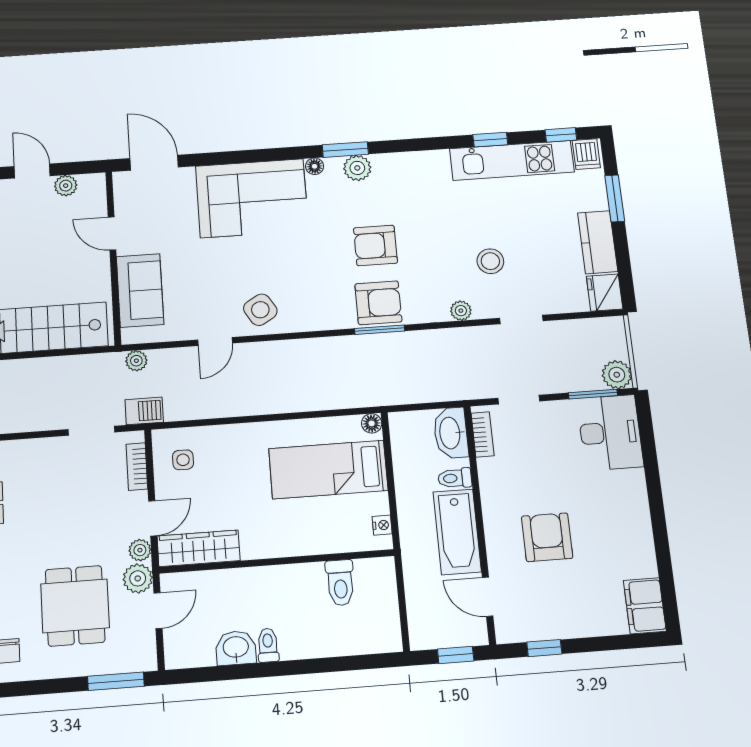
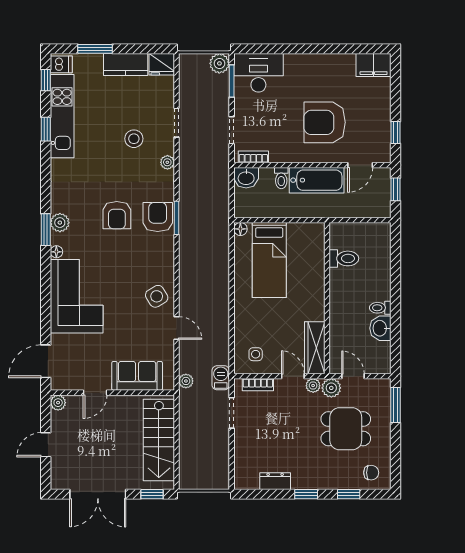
plant: (66, 186) -> (58, 403), moved
washbasin: (451, 433) -> (246, 178), width x0.72
nightstand: (382, 525) -> (309, 228), removed
armchair: (547, 537) -> (325, 122), width x1.36, depth x1.36

